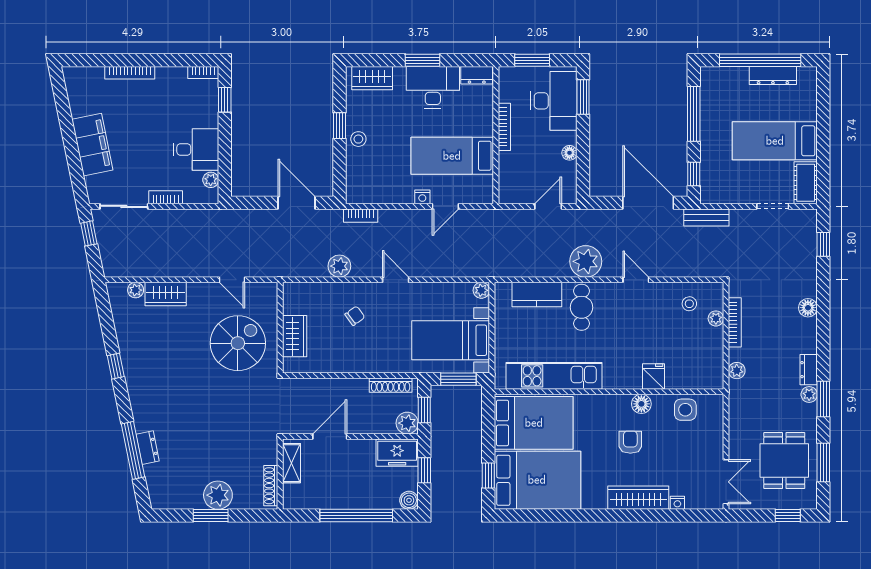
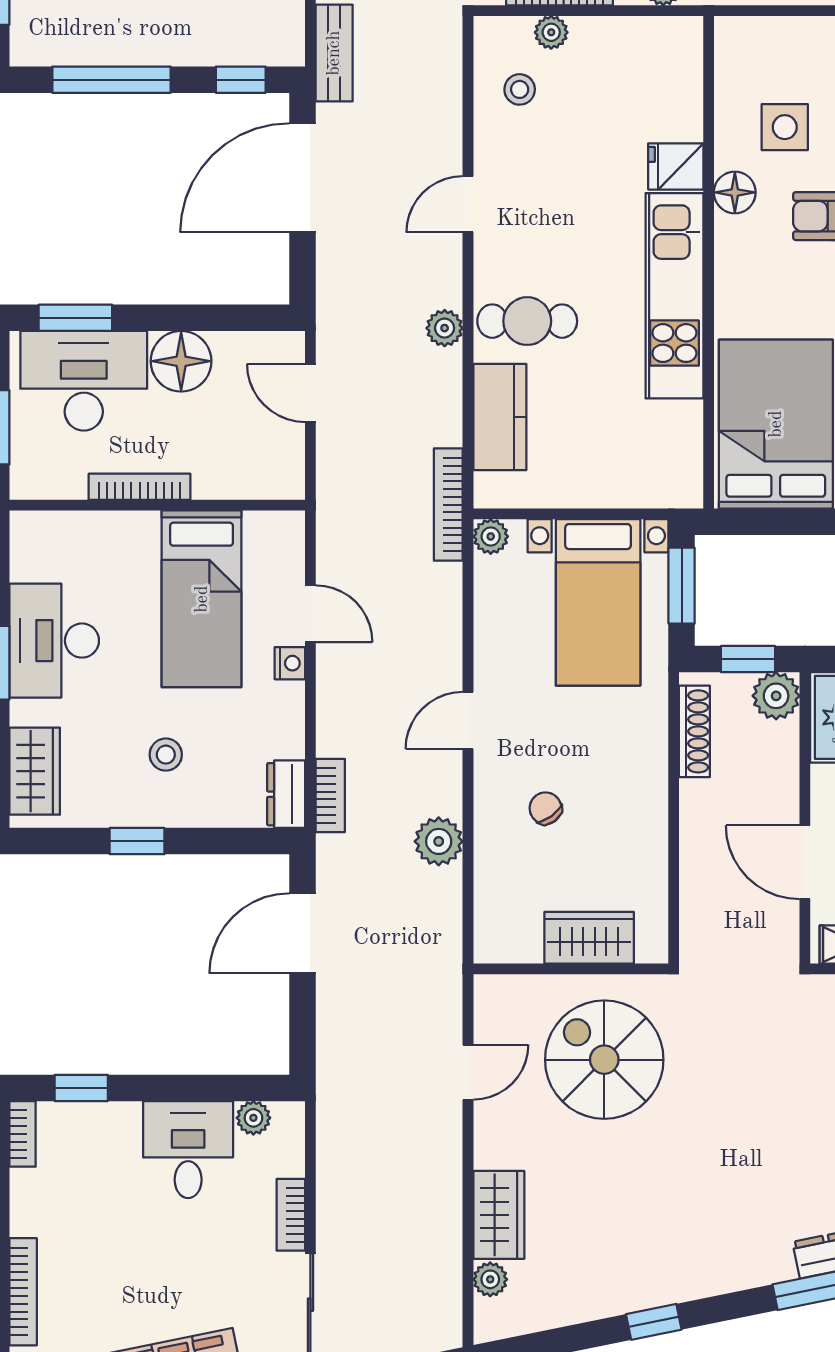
dresser: (477, 75) -> (286, 794), moved, turned 180
stool: (358, 139) -> (166, 755), moved
floor lamp: (569, 153) -> (181, 361), width x1.89, depth x1.89
plant: (586, 261) -> (445, 328), width x0.53, depth x0.53
bookcase: (496, 271) -> (448, 505), added
kitchen unit: (554, 376) -> (674, 296), moved
side table: (685, 410) -> (785, 127), moved

